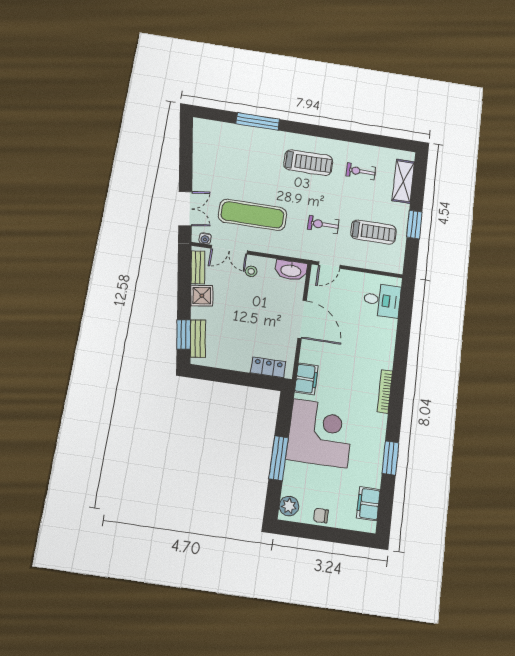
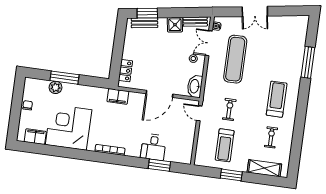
treadmill: (308, 163) -> (277, 99), turned 180
double door: (185, 209) -> (255, 11), moved
desk: (382, 300) -> (153, 147), moved
corner desk: (320, 433) -> (69, 127), moved, turned 180
window: (390, 458) -> (159, 165), moved
plant: (289, 506) -> (55, 87), moved

